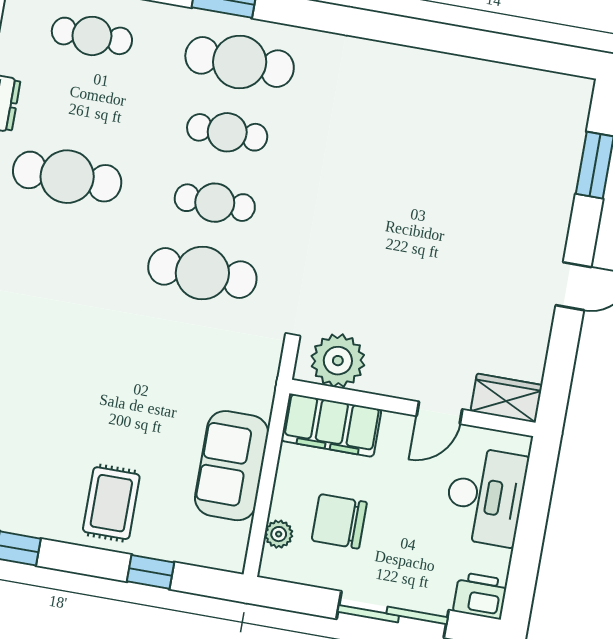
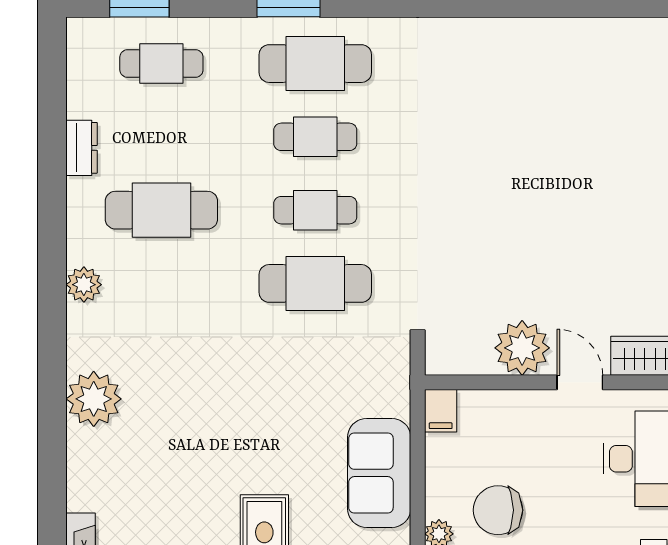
plant: (338, 361) -> (522, 348), moved
door: (439, 413) -> (580, 382), swing flipped
filing cabinet: (331, 425) -> (441, 411), width x0.33, depth x0.86

